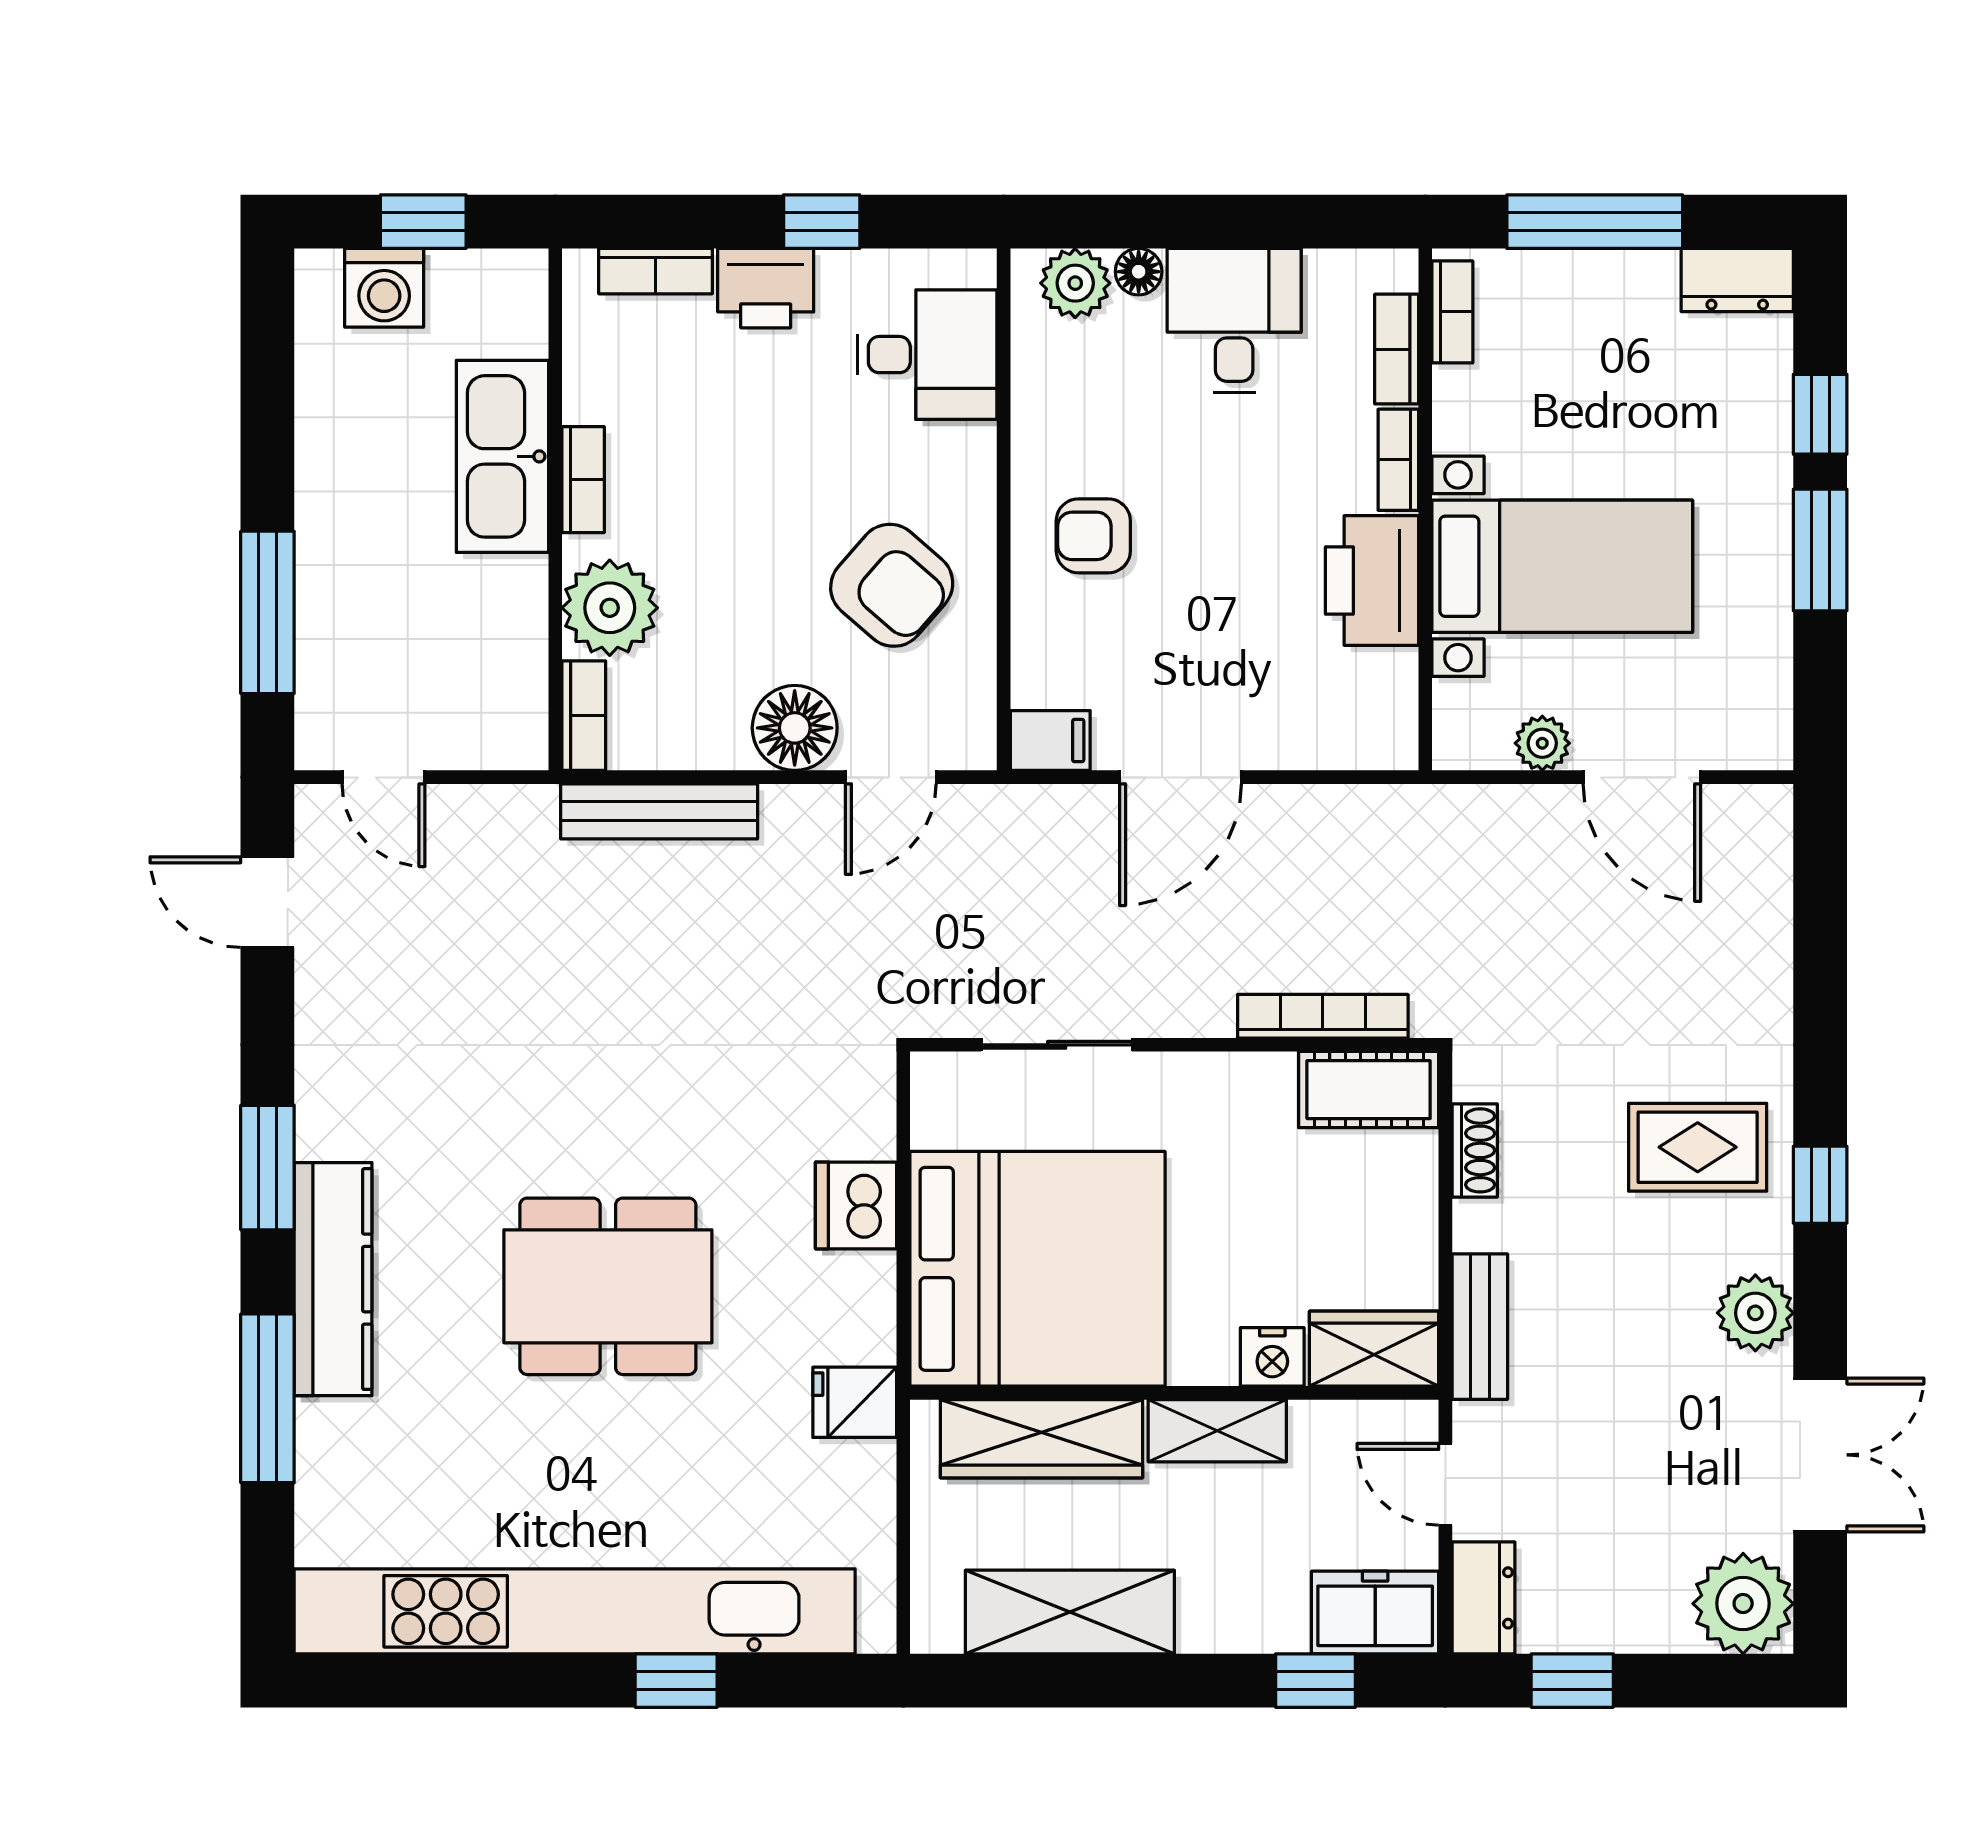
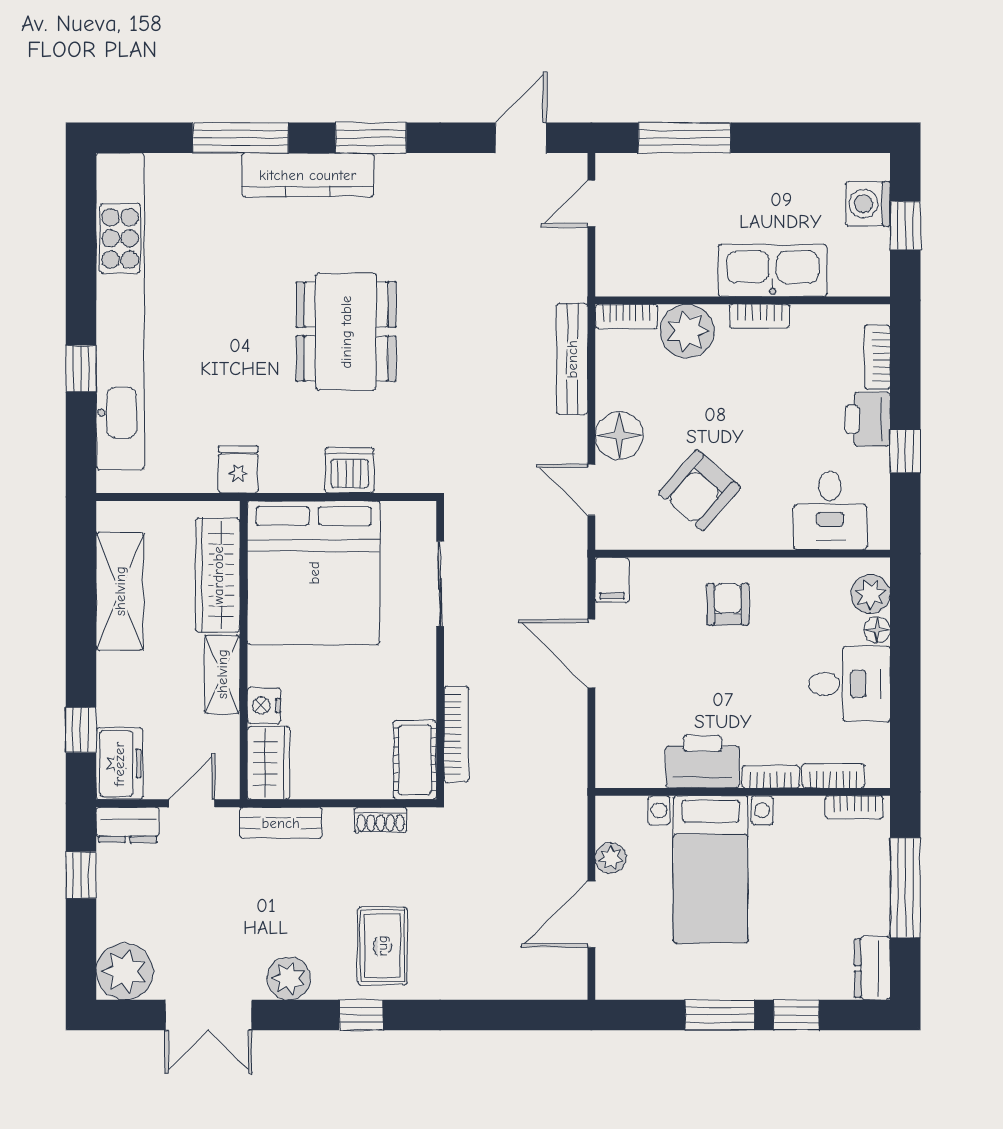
dining table: (608, 1286) -> (346, 332), moved

